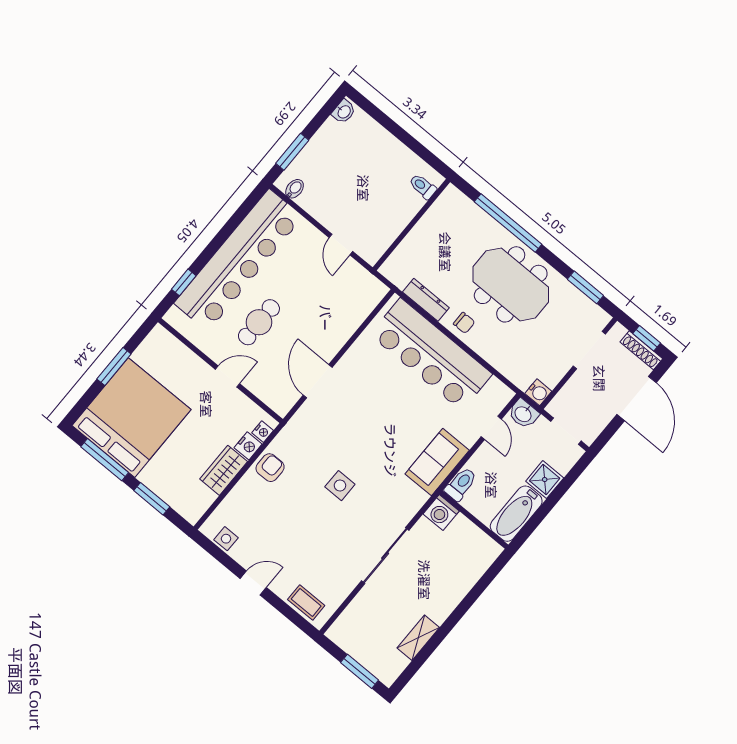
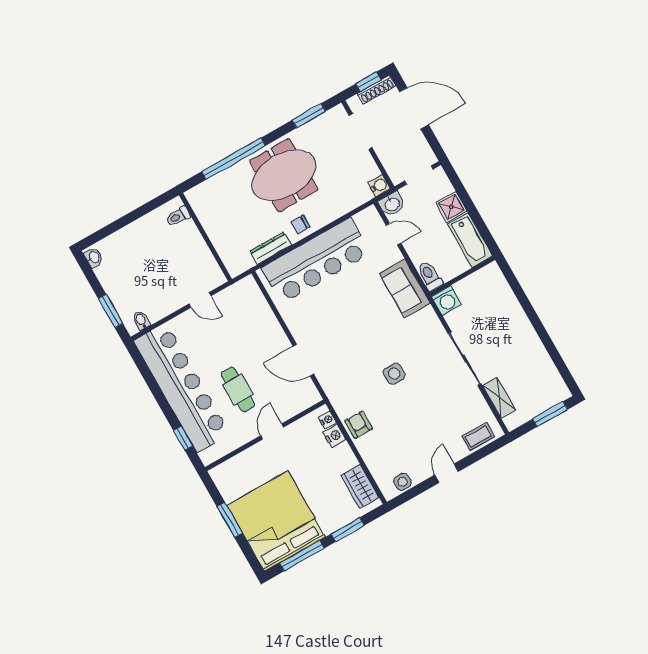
chair: (464, 323) -> (301, 224), turned 180
wardrobe: (224, 470) -> (360, 486), moved
shelving: (418, 638) -> (499, 398), moved

